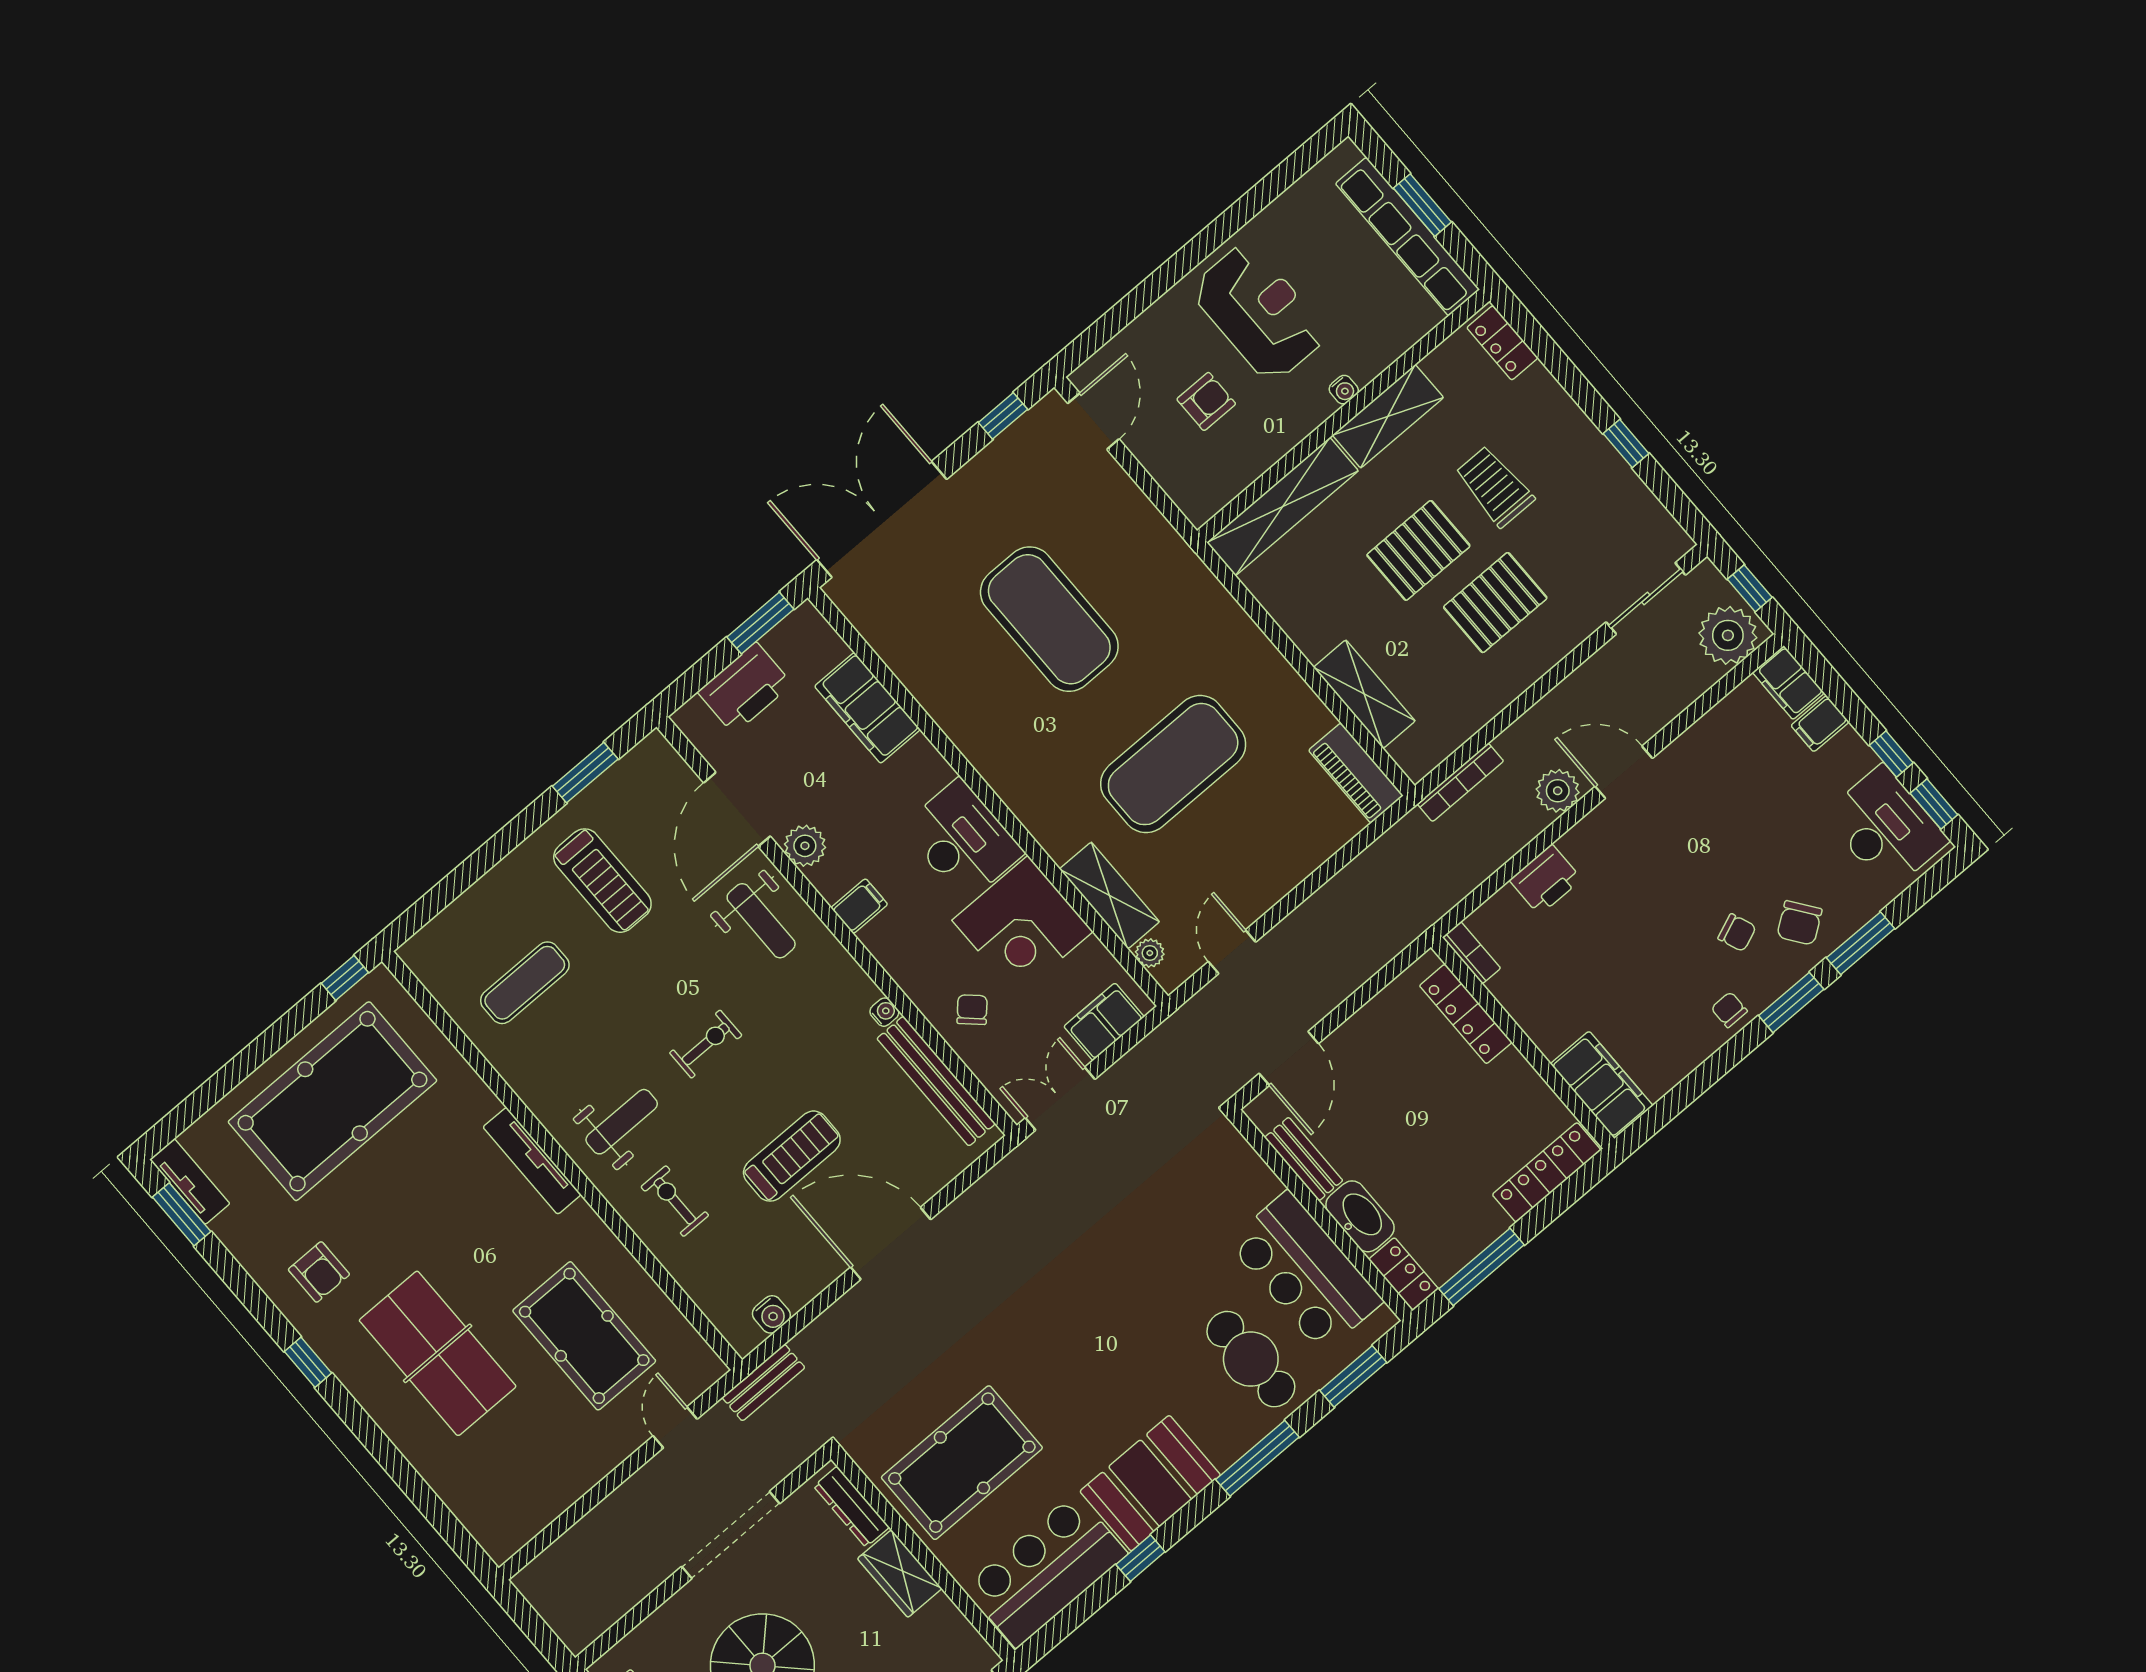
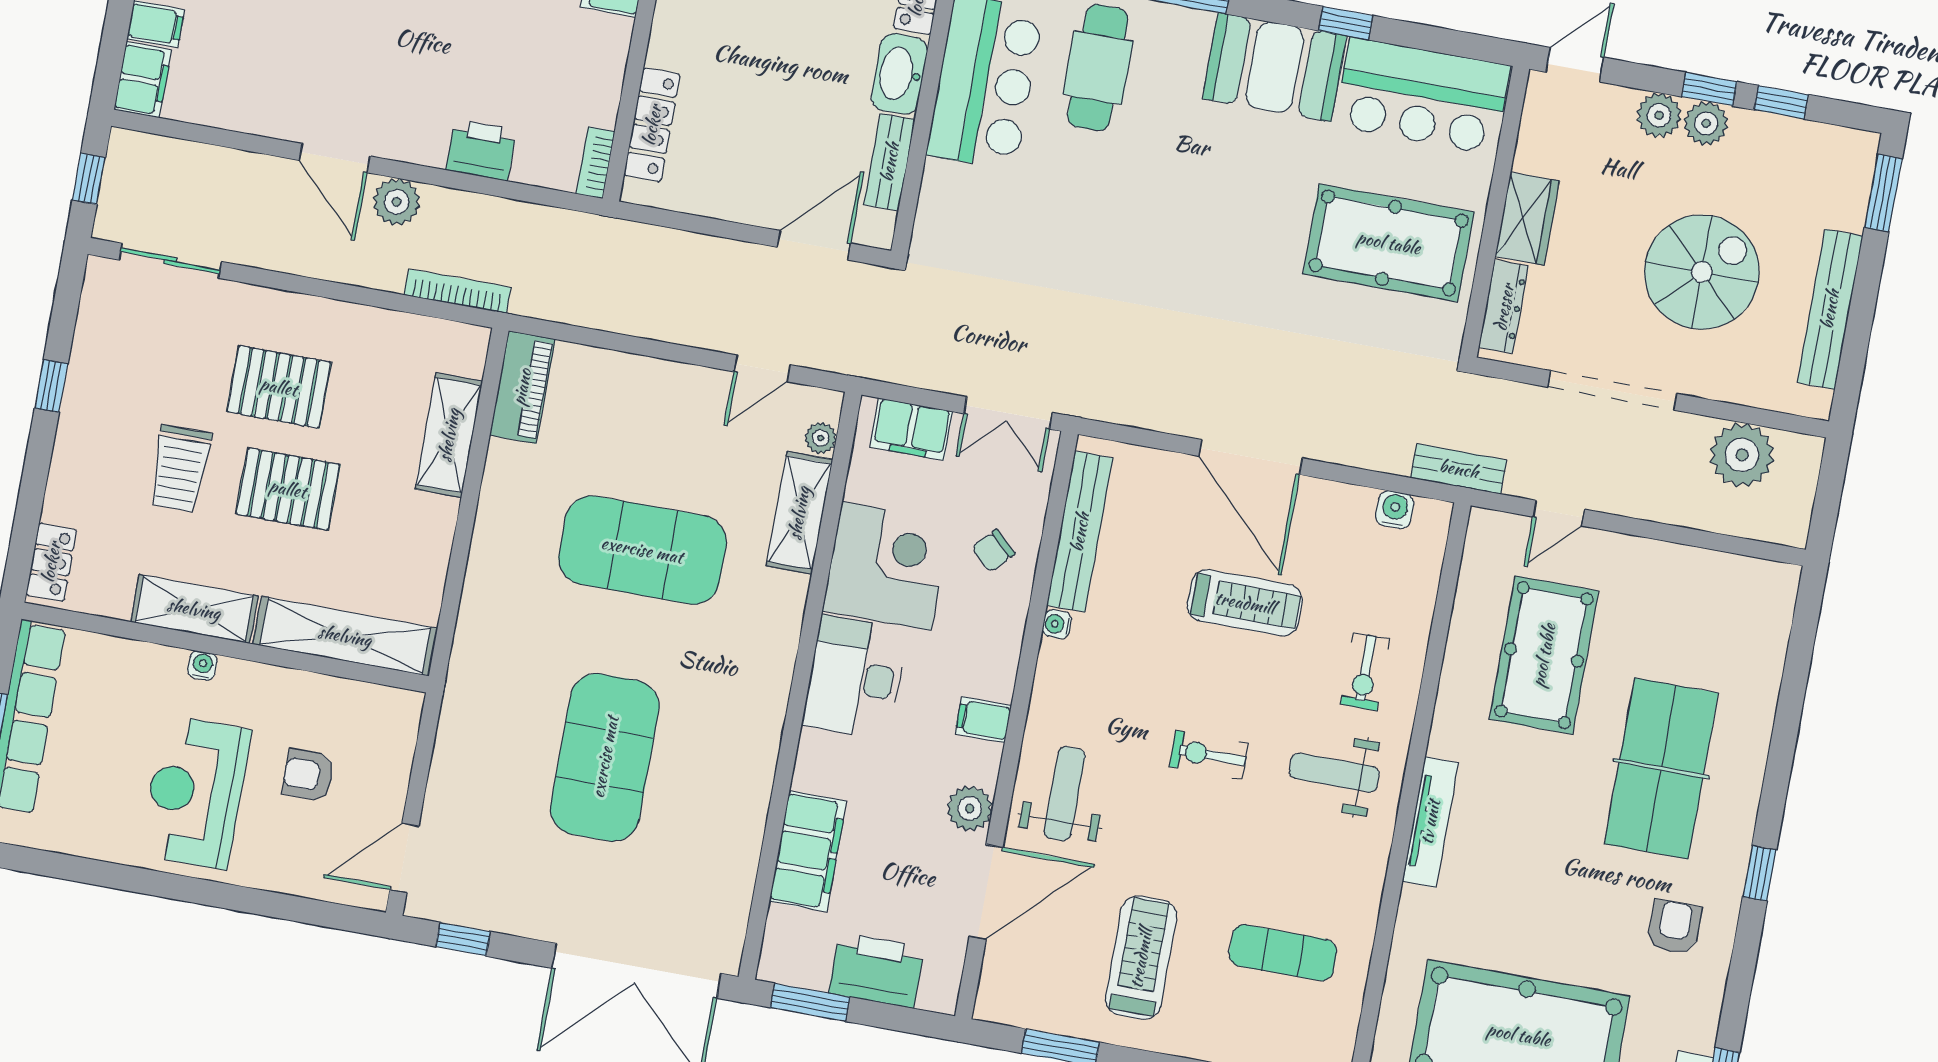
plant: (1728, 635) -> (1742, 455), moved
treadmill: (792, 1156) -> (1245, 603), turned 180

